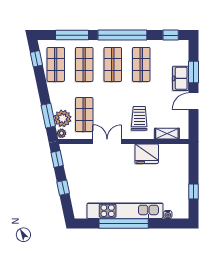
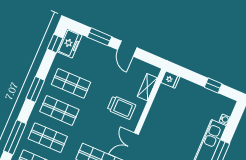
window: (122, 35) -> (35, 89), width x0.47
freezer: (181, 78) -> (70, 43), moved, turned -90
trolley: (139, 118) -> (121, 107), turned 180
fridge: (147, 154) -> (170, 80), moved, width x0.53, depth x0.75

